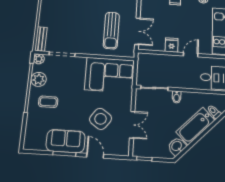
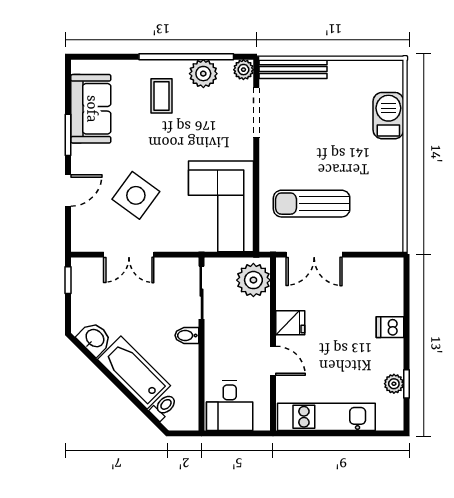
bench: (41, 39) -> (293, 69), width x1.36
plant: (149, 61) -> (253, 280), added
sofa: (66, 141) -> (91, 109), moved

